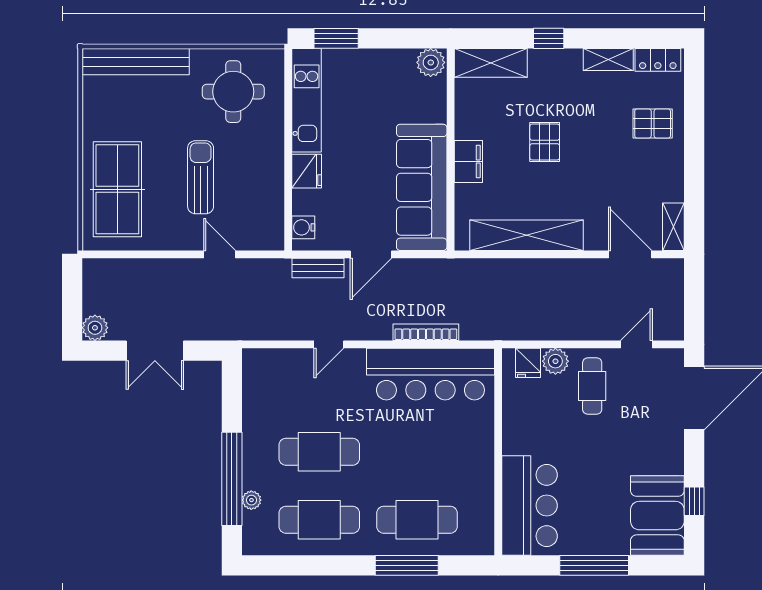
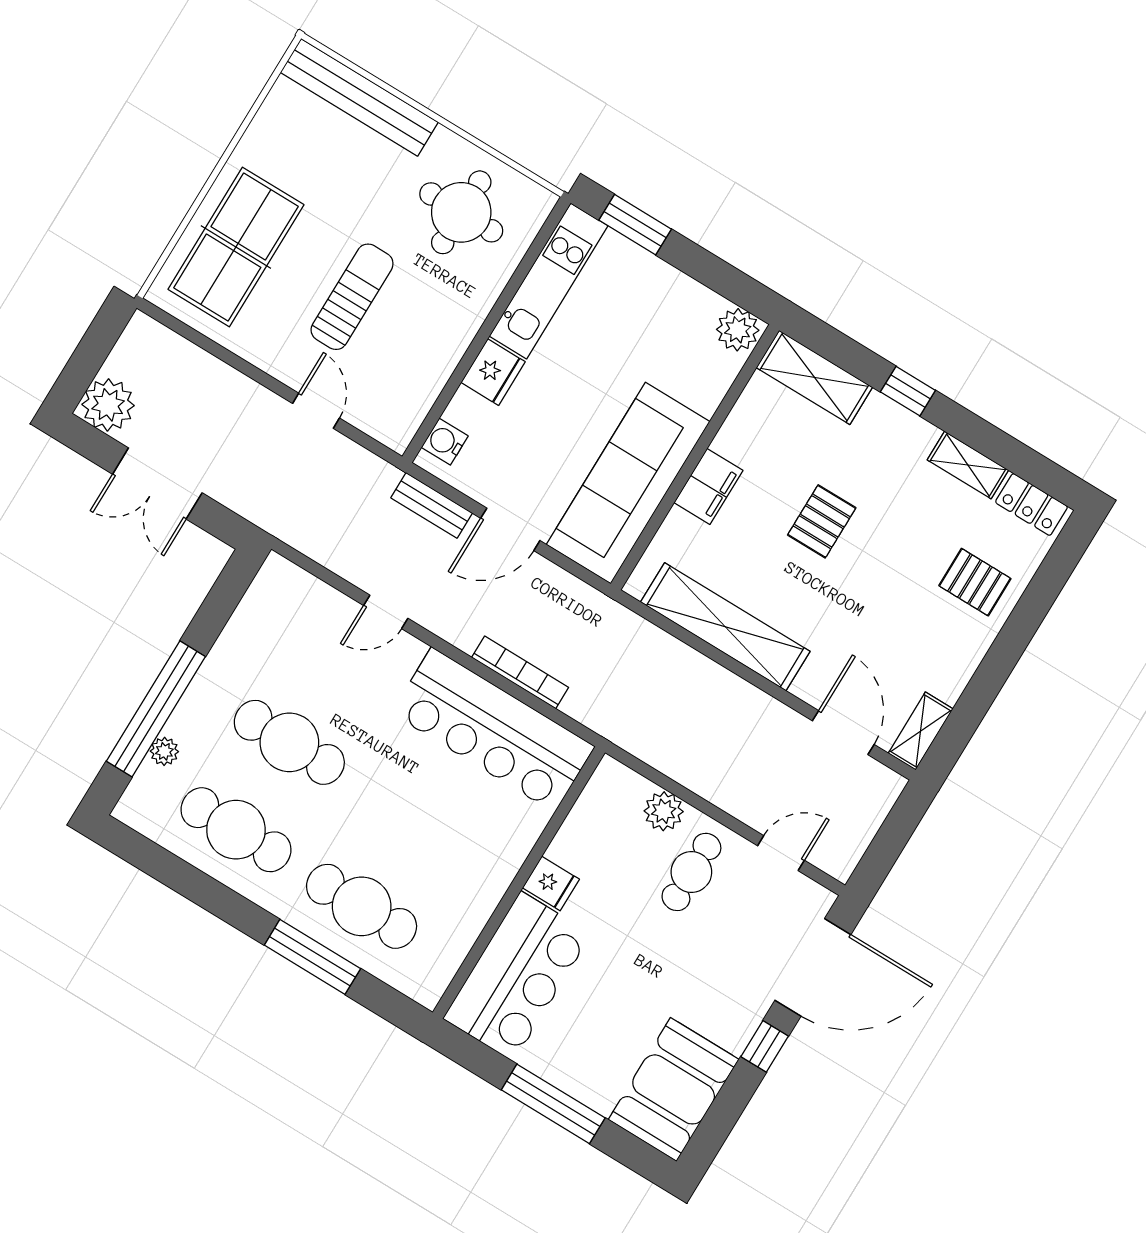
plant: (95, 328) -> (108, 405), width x1.36, depth x1.36
fridge: (528, 363) -> (551, 884), moved, turned -90
window: (694, 501) -> (765, 1046), moved

